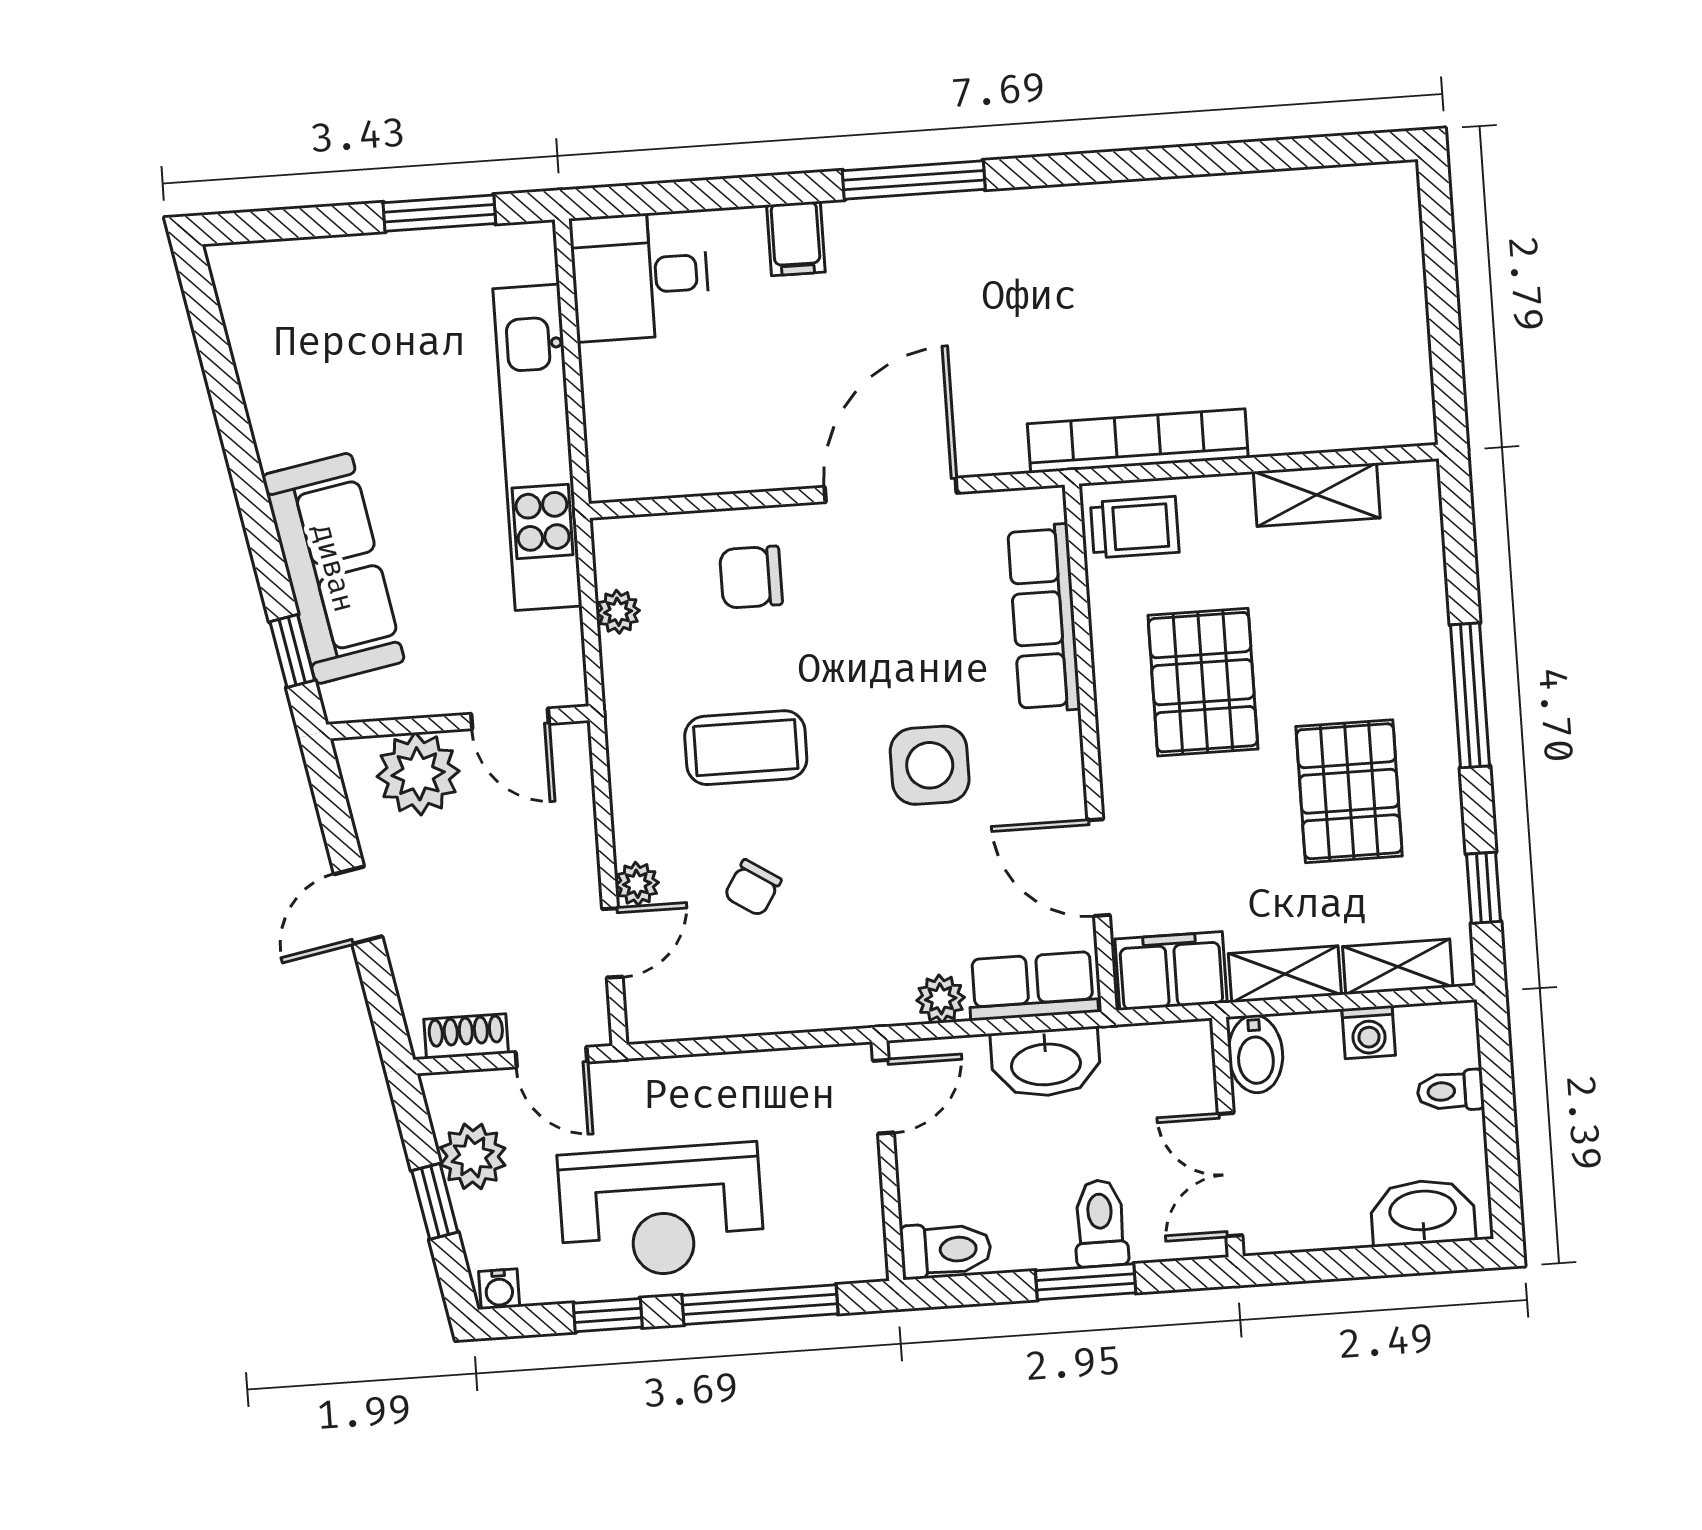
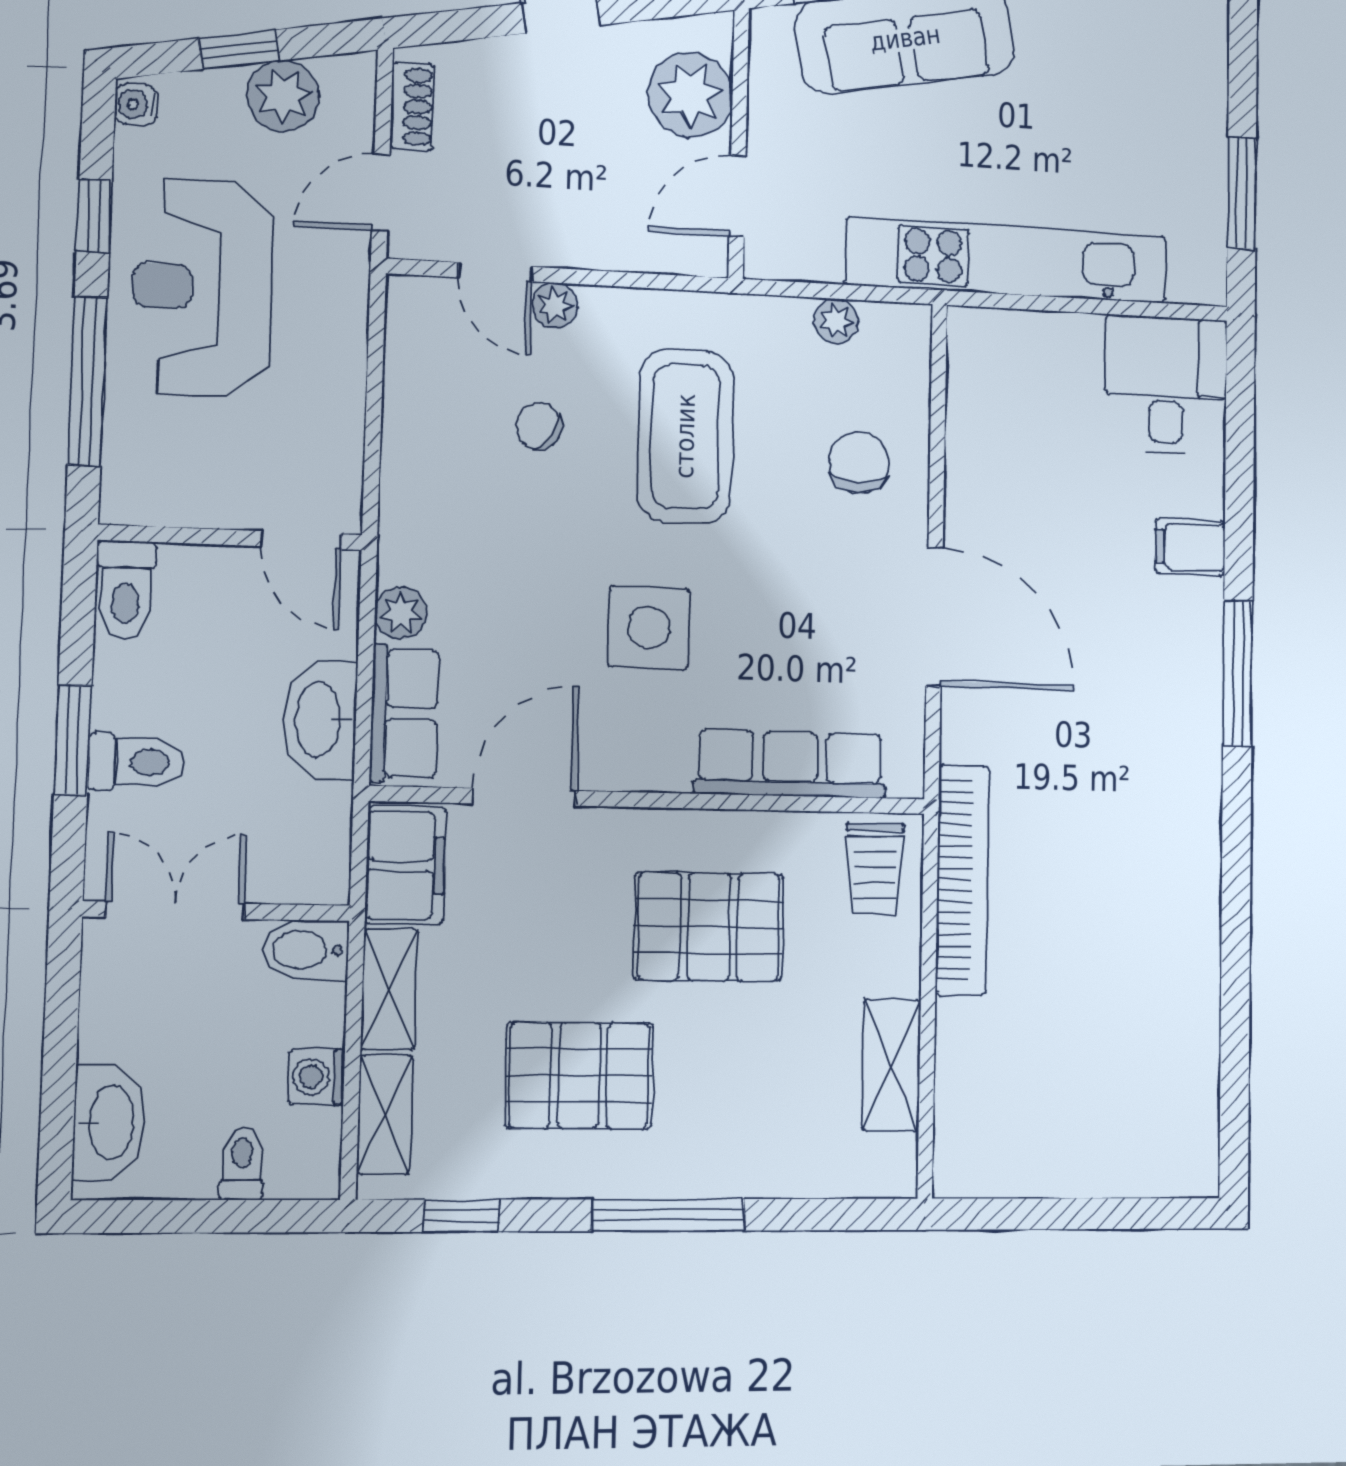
coffee table: (746, 748) -> (685, 436), width x1.36, depth x1.32

